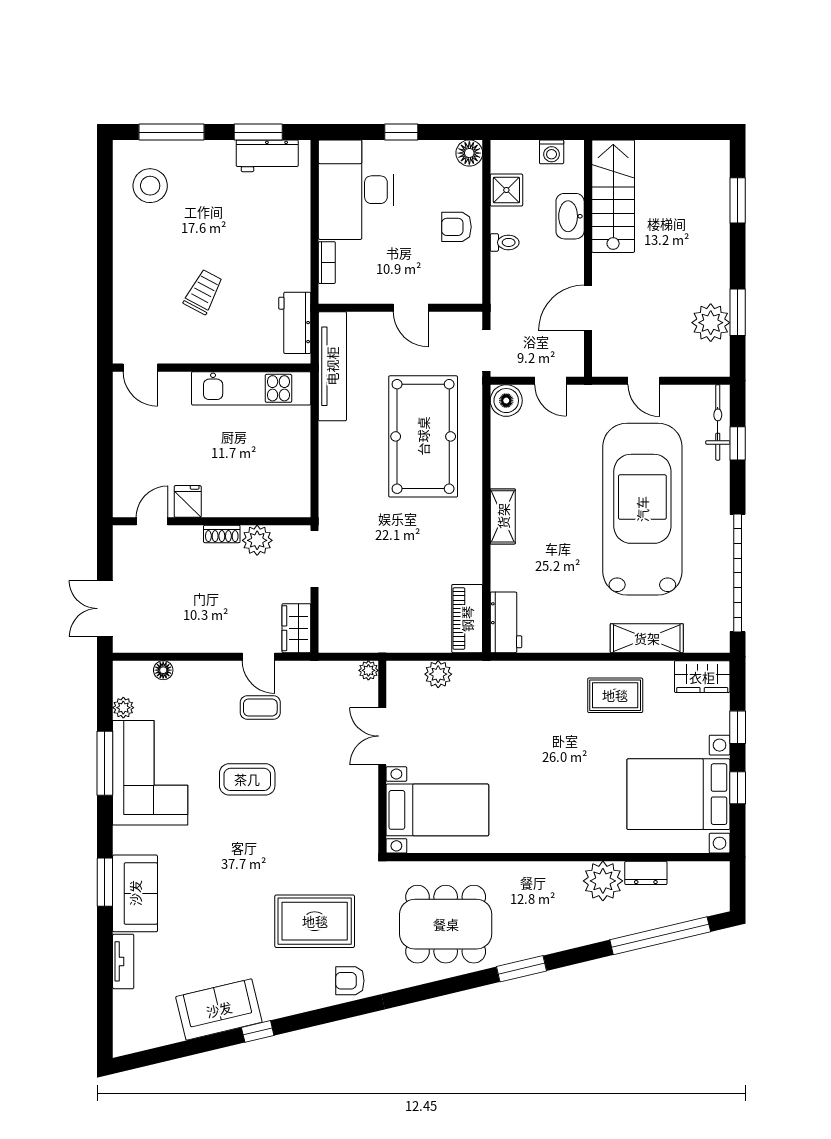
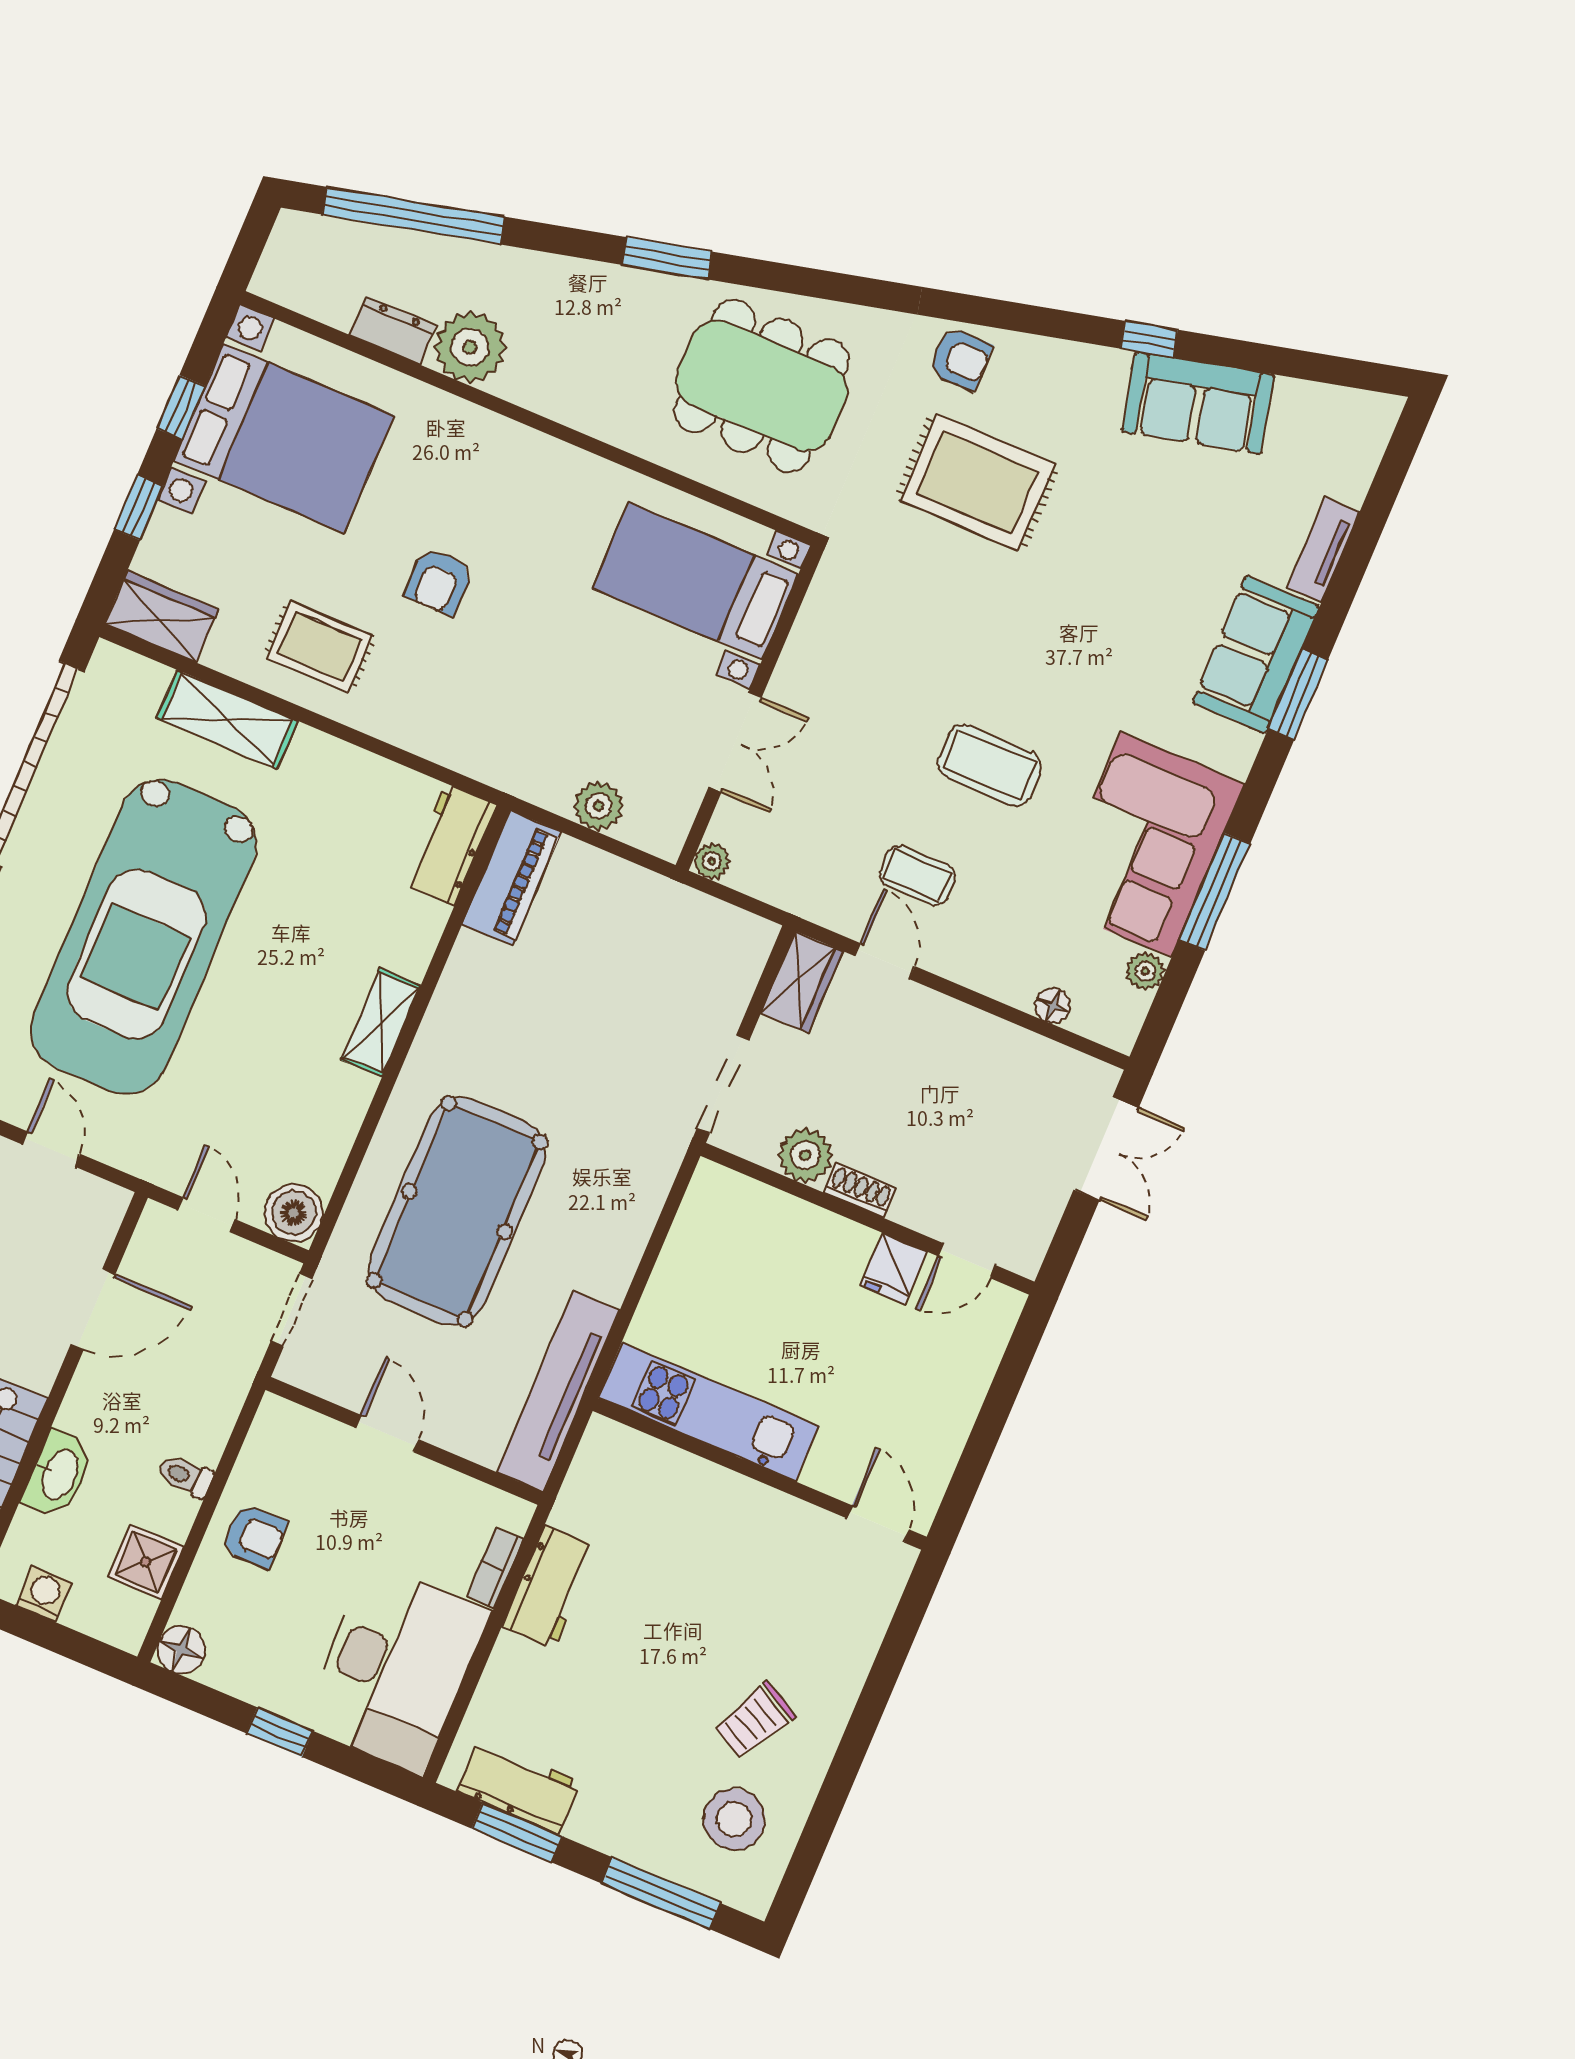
trolley: (203, 292) -> (754, 1721), moved
workbench: (295, 323) -> (550, 1587), moved
armchair: (568, 754) -> (439, 581), added

